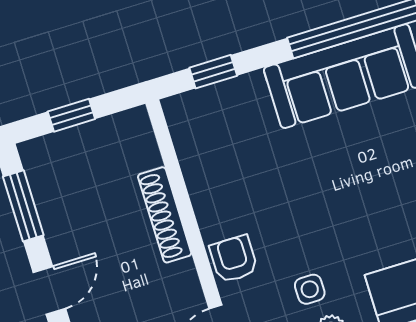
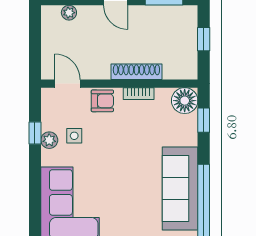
floor lamp: (189, 115) -> (185, 101), added
bookcase: (202, 199) -> (139, 94), added

